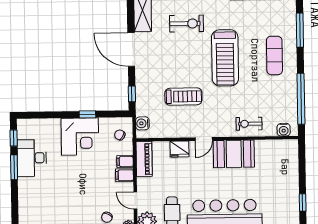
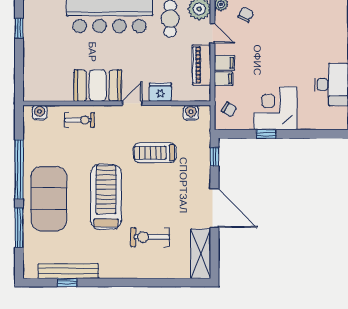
exercise mat: (274, 55) -> (49, 199), width x2.00, depth x1.45
window: (301, 99) -> (19, 169), moved
water cooler: (142, 123) -> (191, 113), moved, turned -90
piano: (144, 159) -> (202, 65), moved

